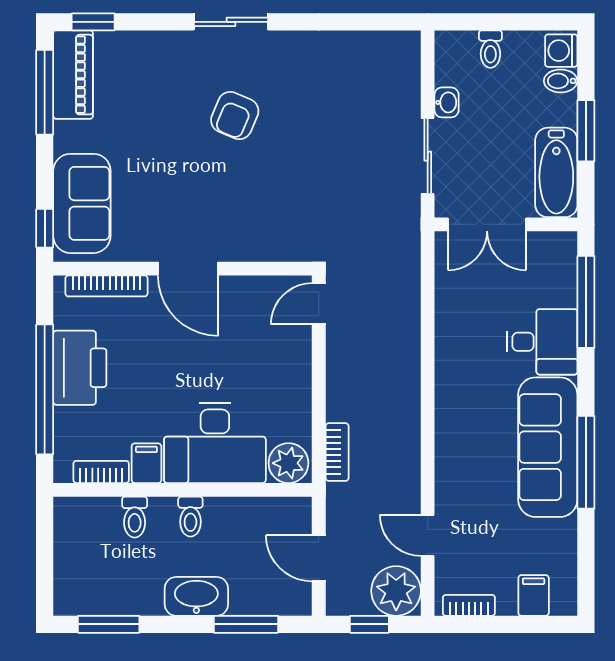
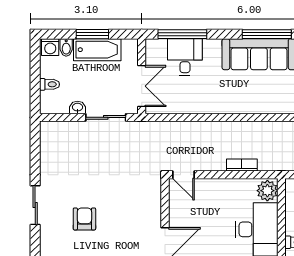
sliding door: (231, 22) -> (35, 205), moved
armchair: (235, 116) -> (84, 219), turned -113
bathtub: (556, 172) -> (97, 50), moved
desk: (542, 342) -> (185, 57), moved
bookcase: (337, 452) -> (242, 165), moved

